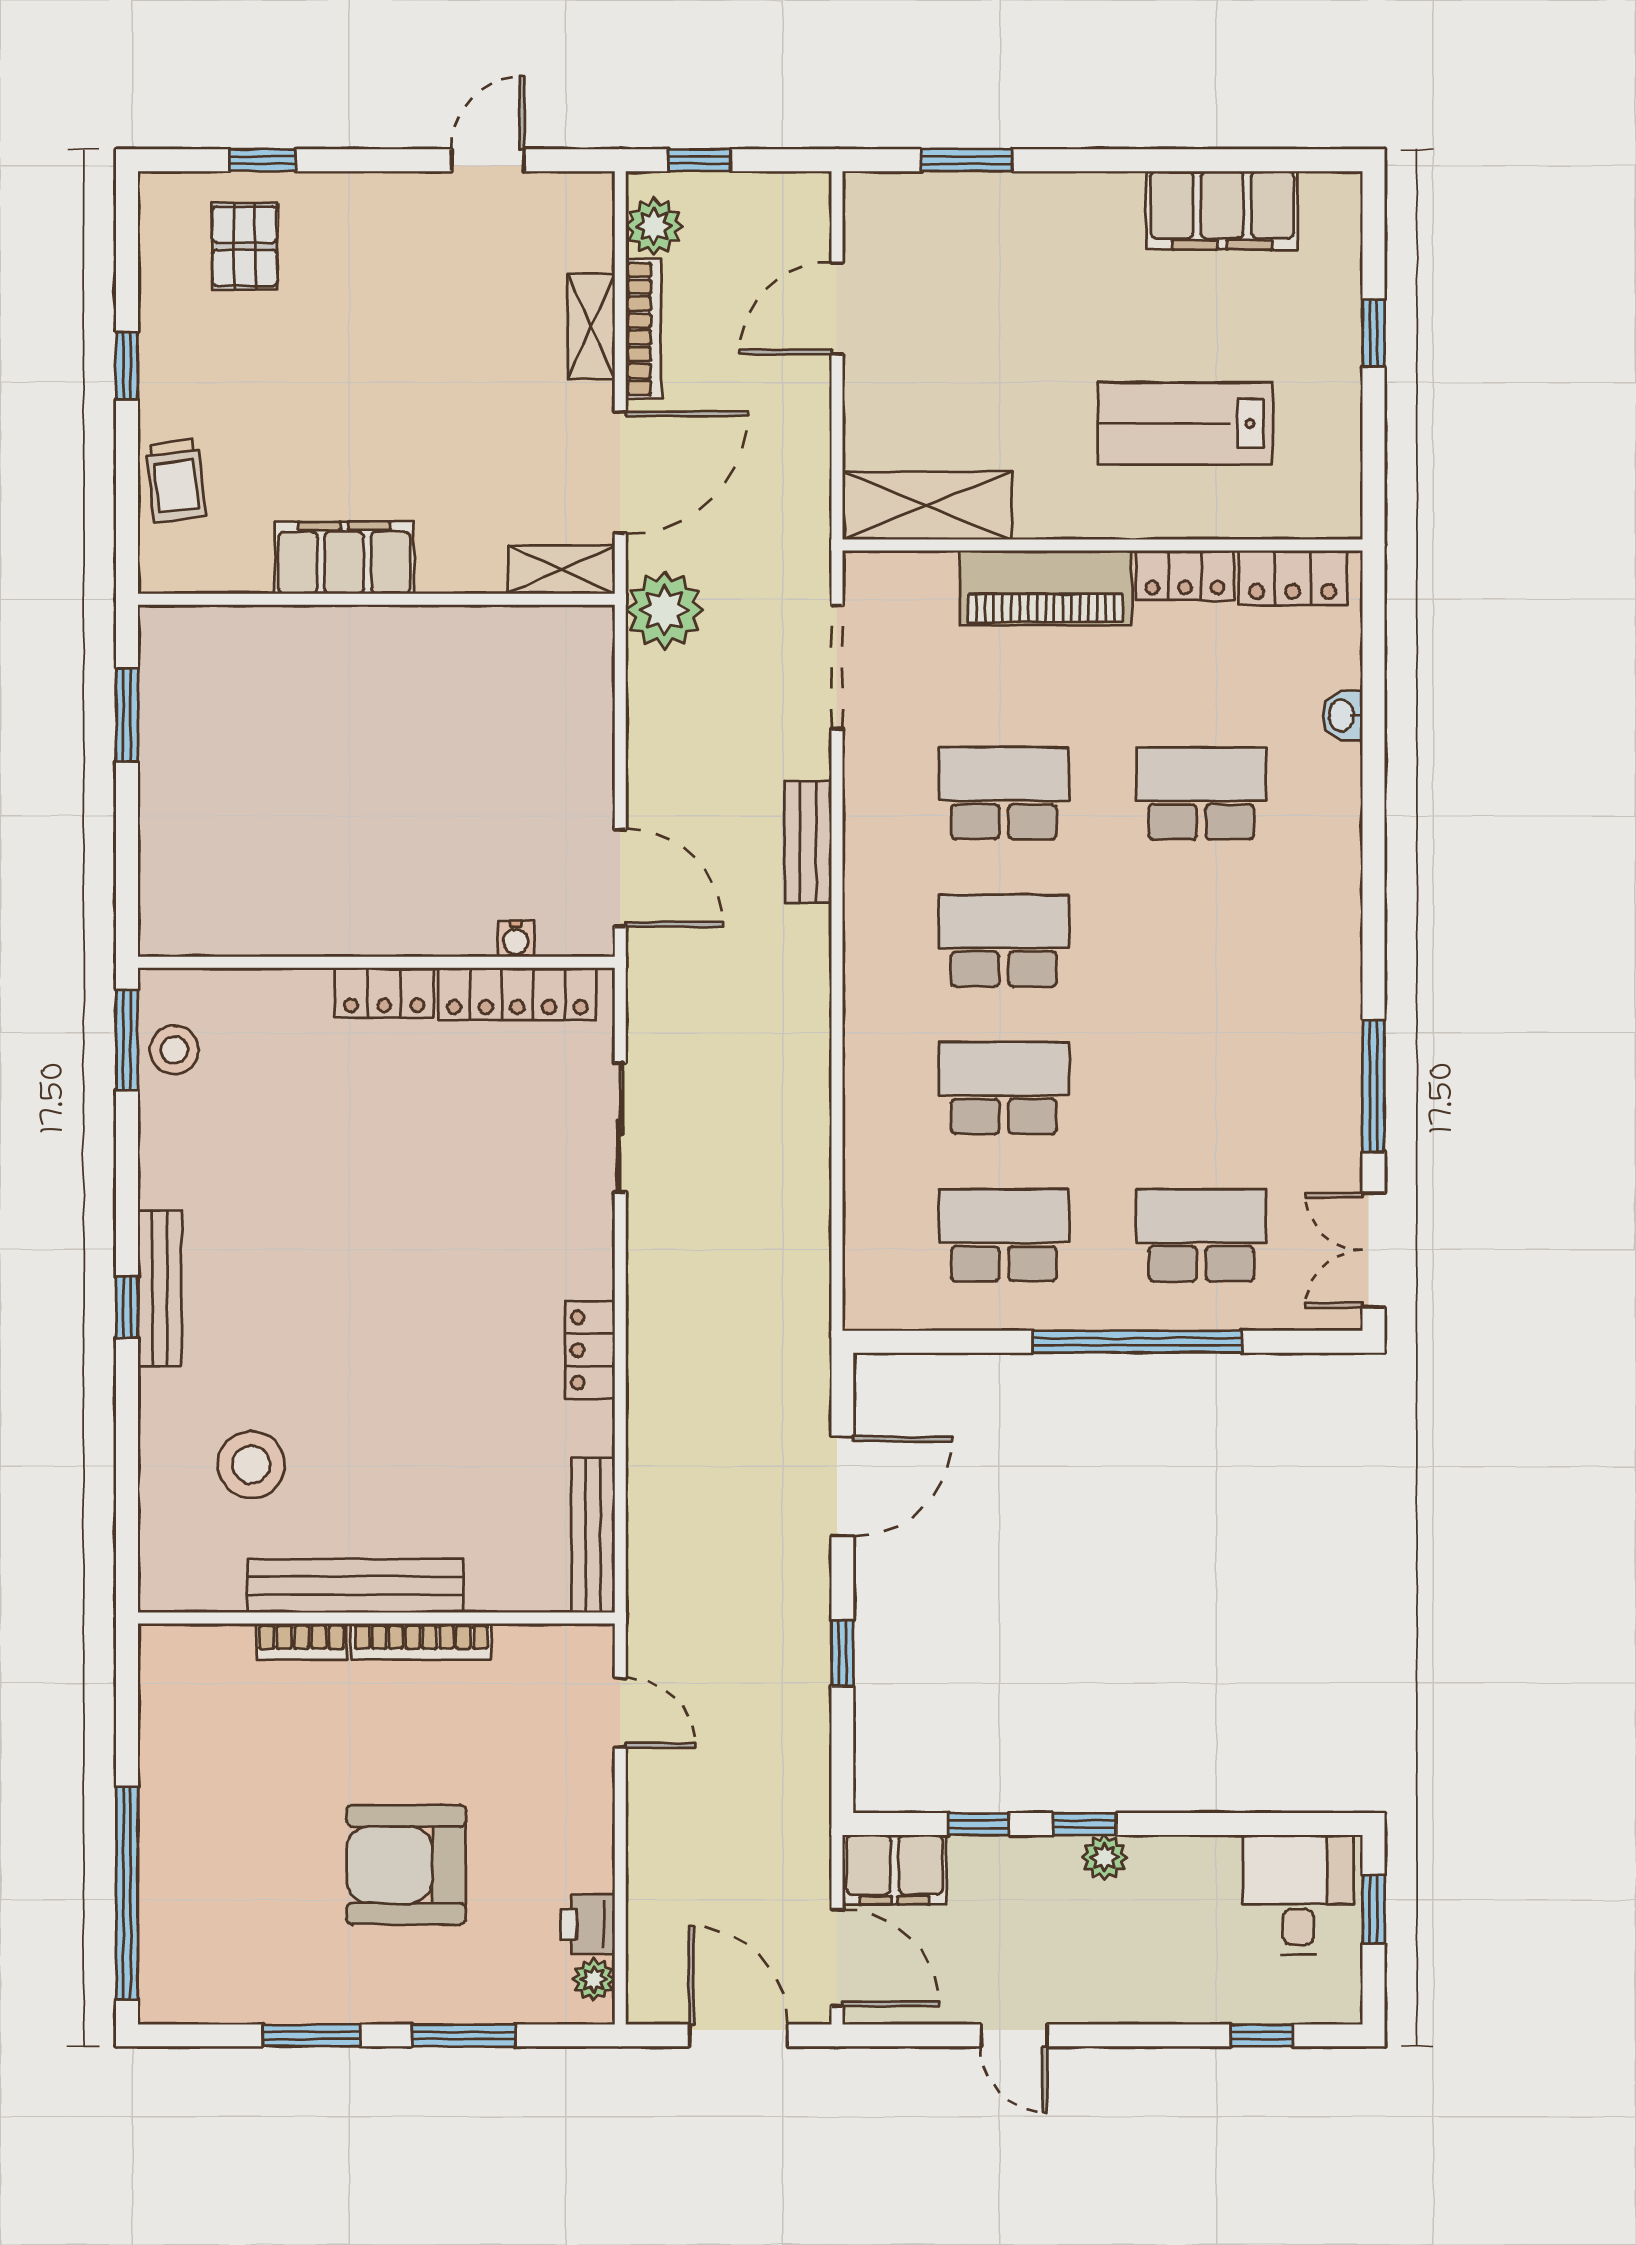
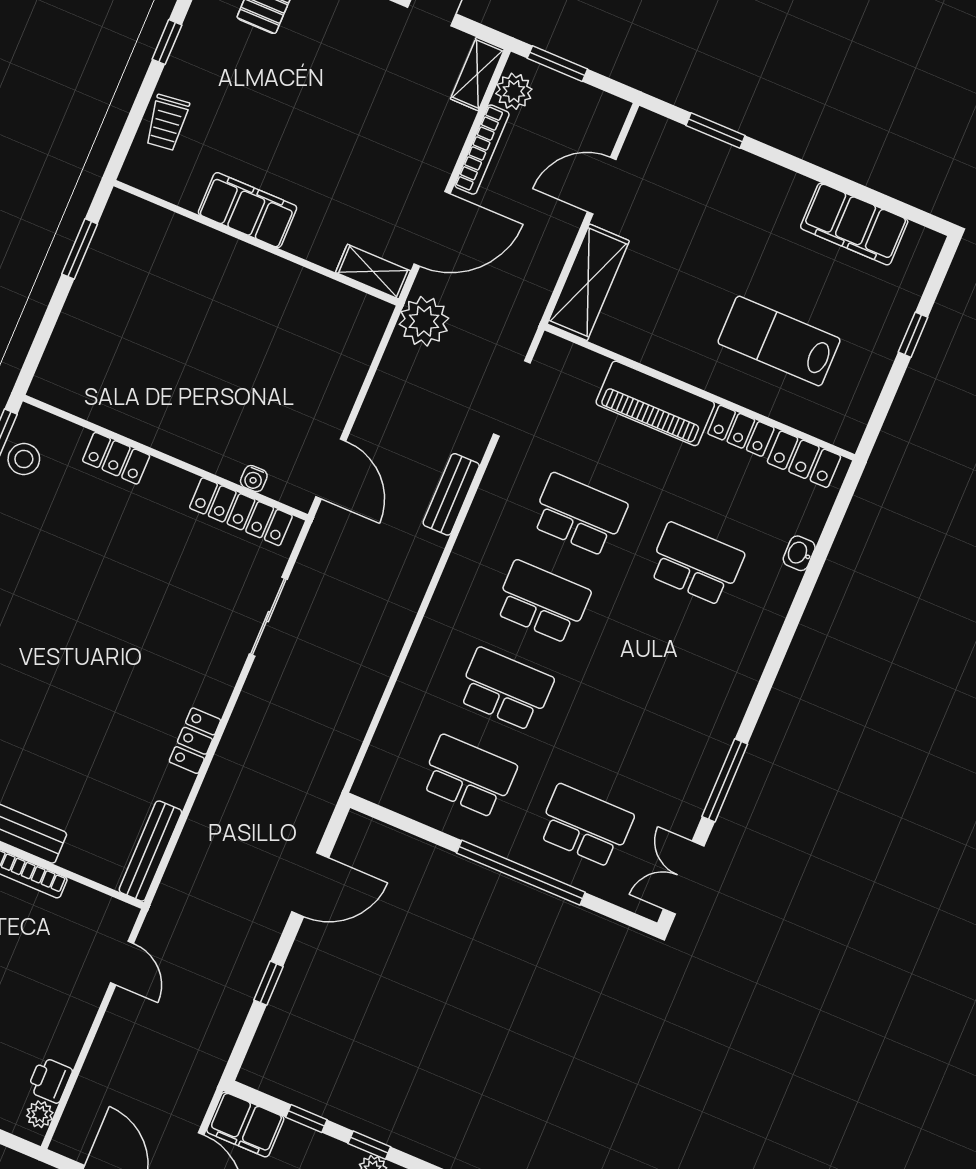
window: (700, 160) -> (557, 64), width x1.50
shelving: (591, 327) -> (477, 74), moved
shelving: (927, 506) -> (588, 282), moved, turned 90
locker: (384, 993) -> (116, 458), moved

